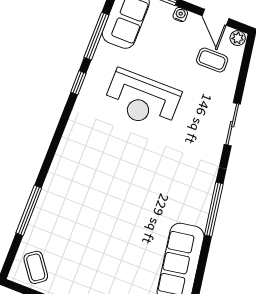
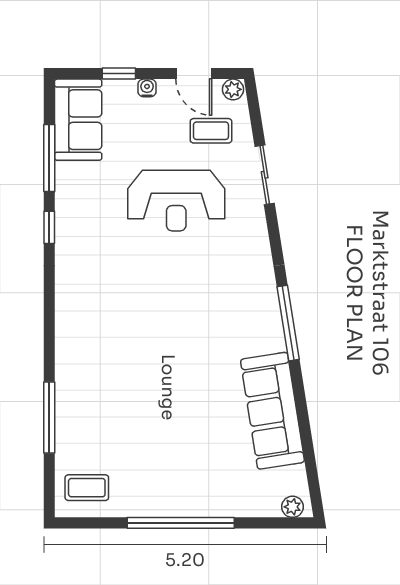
reception desk: (142, 100) -> (176, 201), moved
sliding door: (232, 124) -> (265, 175), moved
coffee table: (36, 267) -> (87, 488), turned -54

